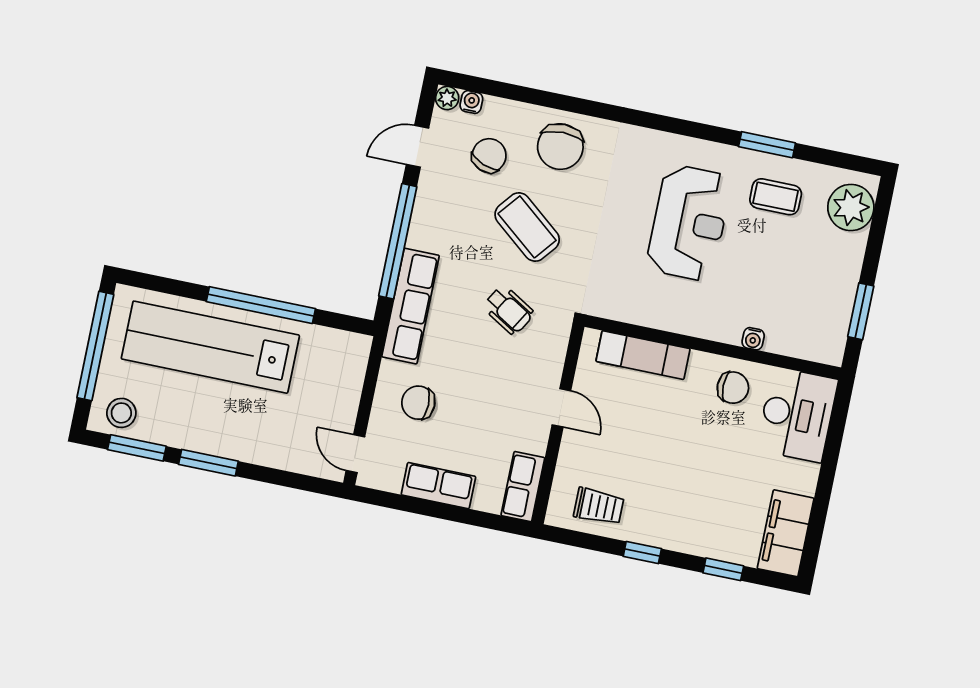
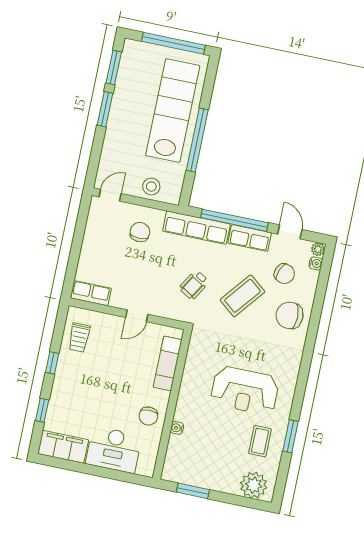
stool: (121, 413) -> (151, 187), moved
desk: (797, 415) -> (114, 450), moved
row of seats: (438, 486) -> (250, 238), moved, turned 90

